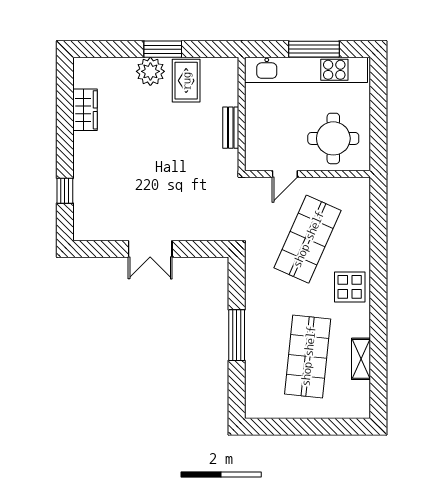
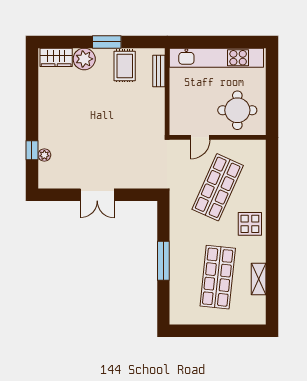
window: (314, 49) -> (223, 42), removed
plant: (150, 71) -> (84, 59), moved
wardrobe: (85, 110) -> (56, 57), moved, turned 90
bench: (231, 128) -> (159, 71), moved
plant: (81, 197) -> (44, 155), added

